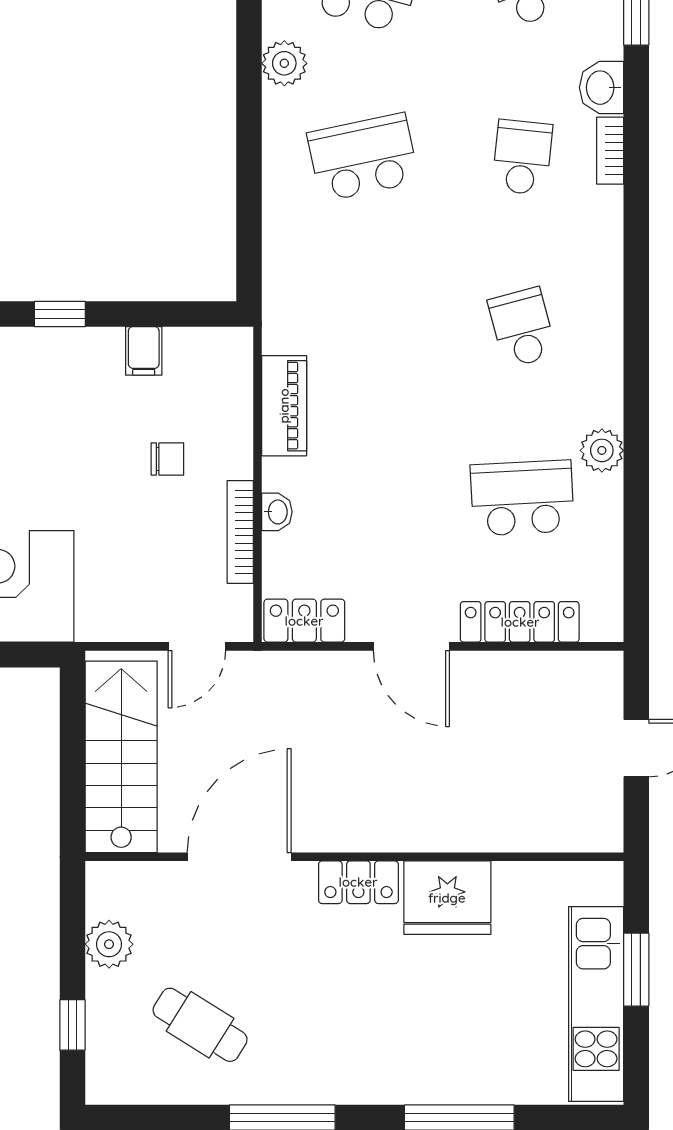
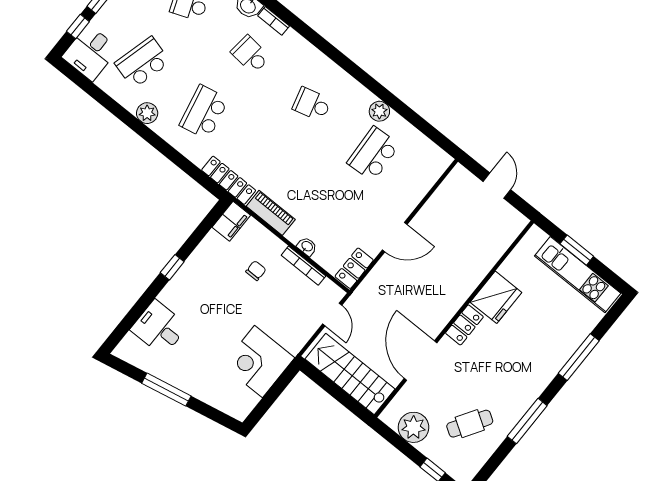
filing cabinet: (144, 351) -> (231, 221), moved, width x2.00
locker: (520, 622) -> (229, 180), moved, turned 90
plant: (109, 944) -> (414, 427), width x1.36, depth x1.36

